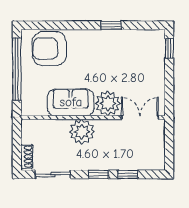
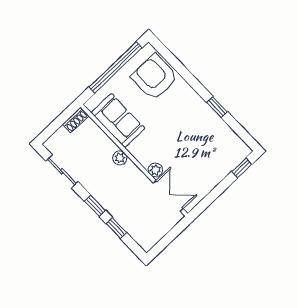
sofa: (71, 102) -> (118, 121), moved
plant: (108, 103) -> (156, 170), width x0.53, depth x0.53
plant: (82, 132) -> (120, 158), width x0.53, depth x0.53
shoe rack: (27, 157) -> (76, 120), moved

